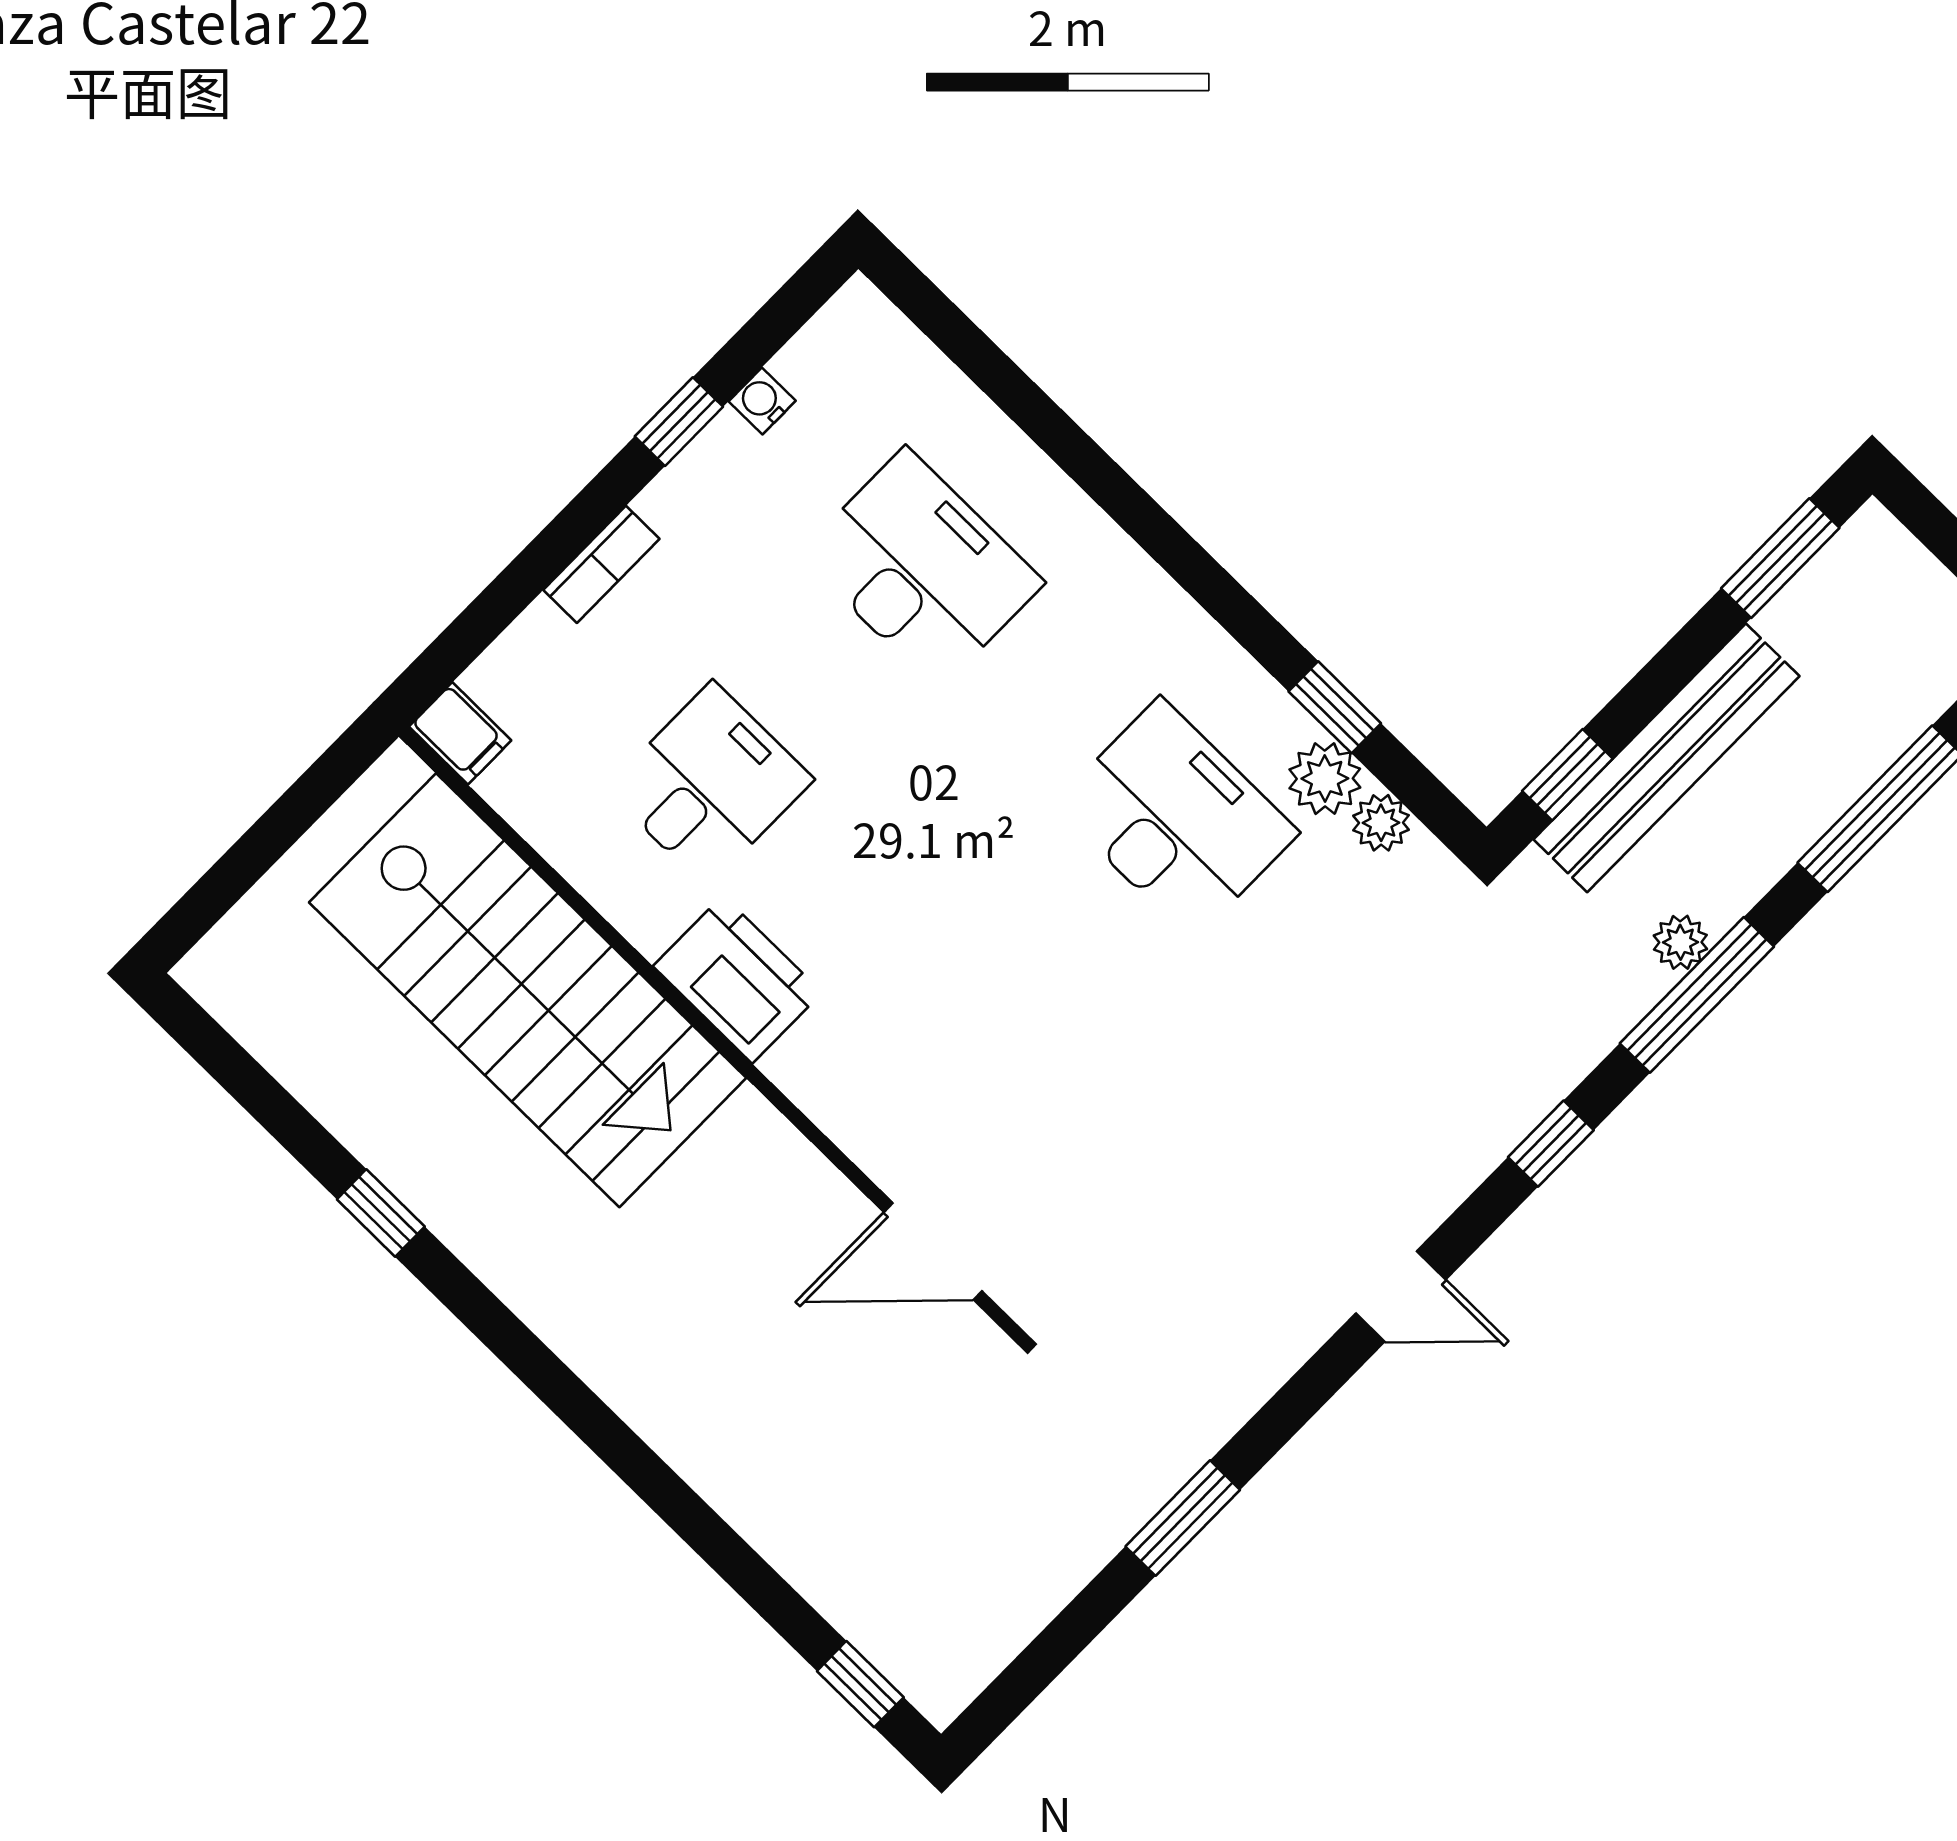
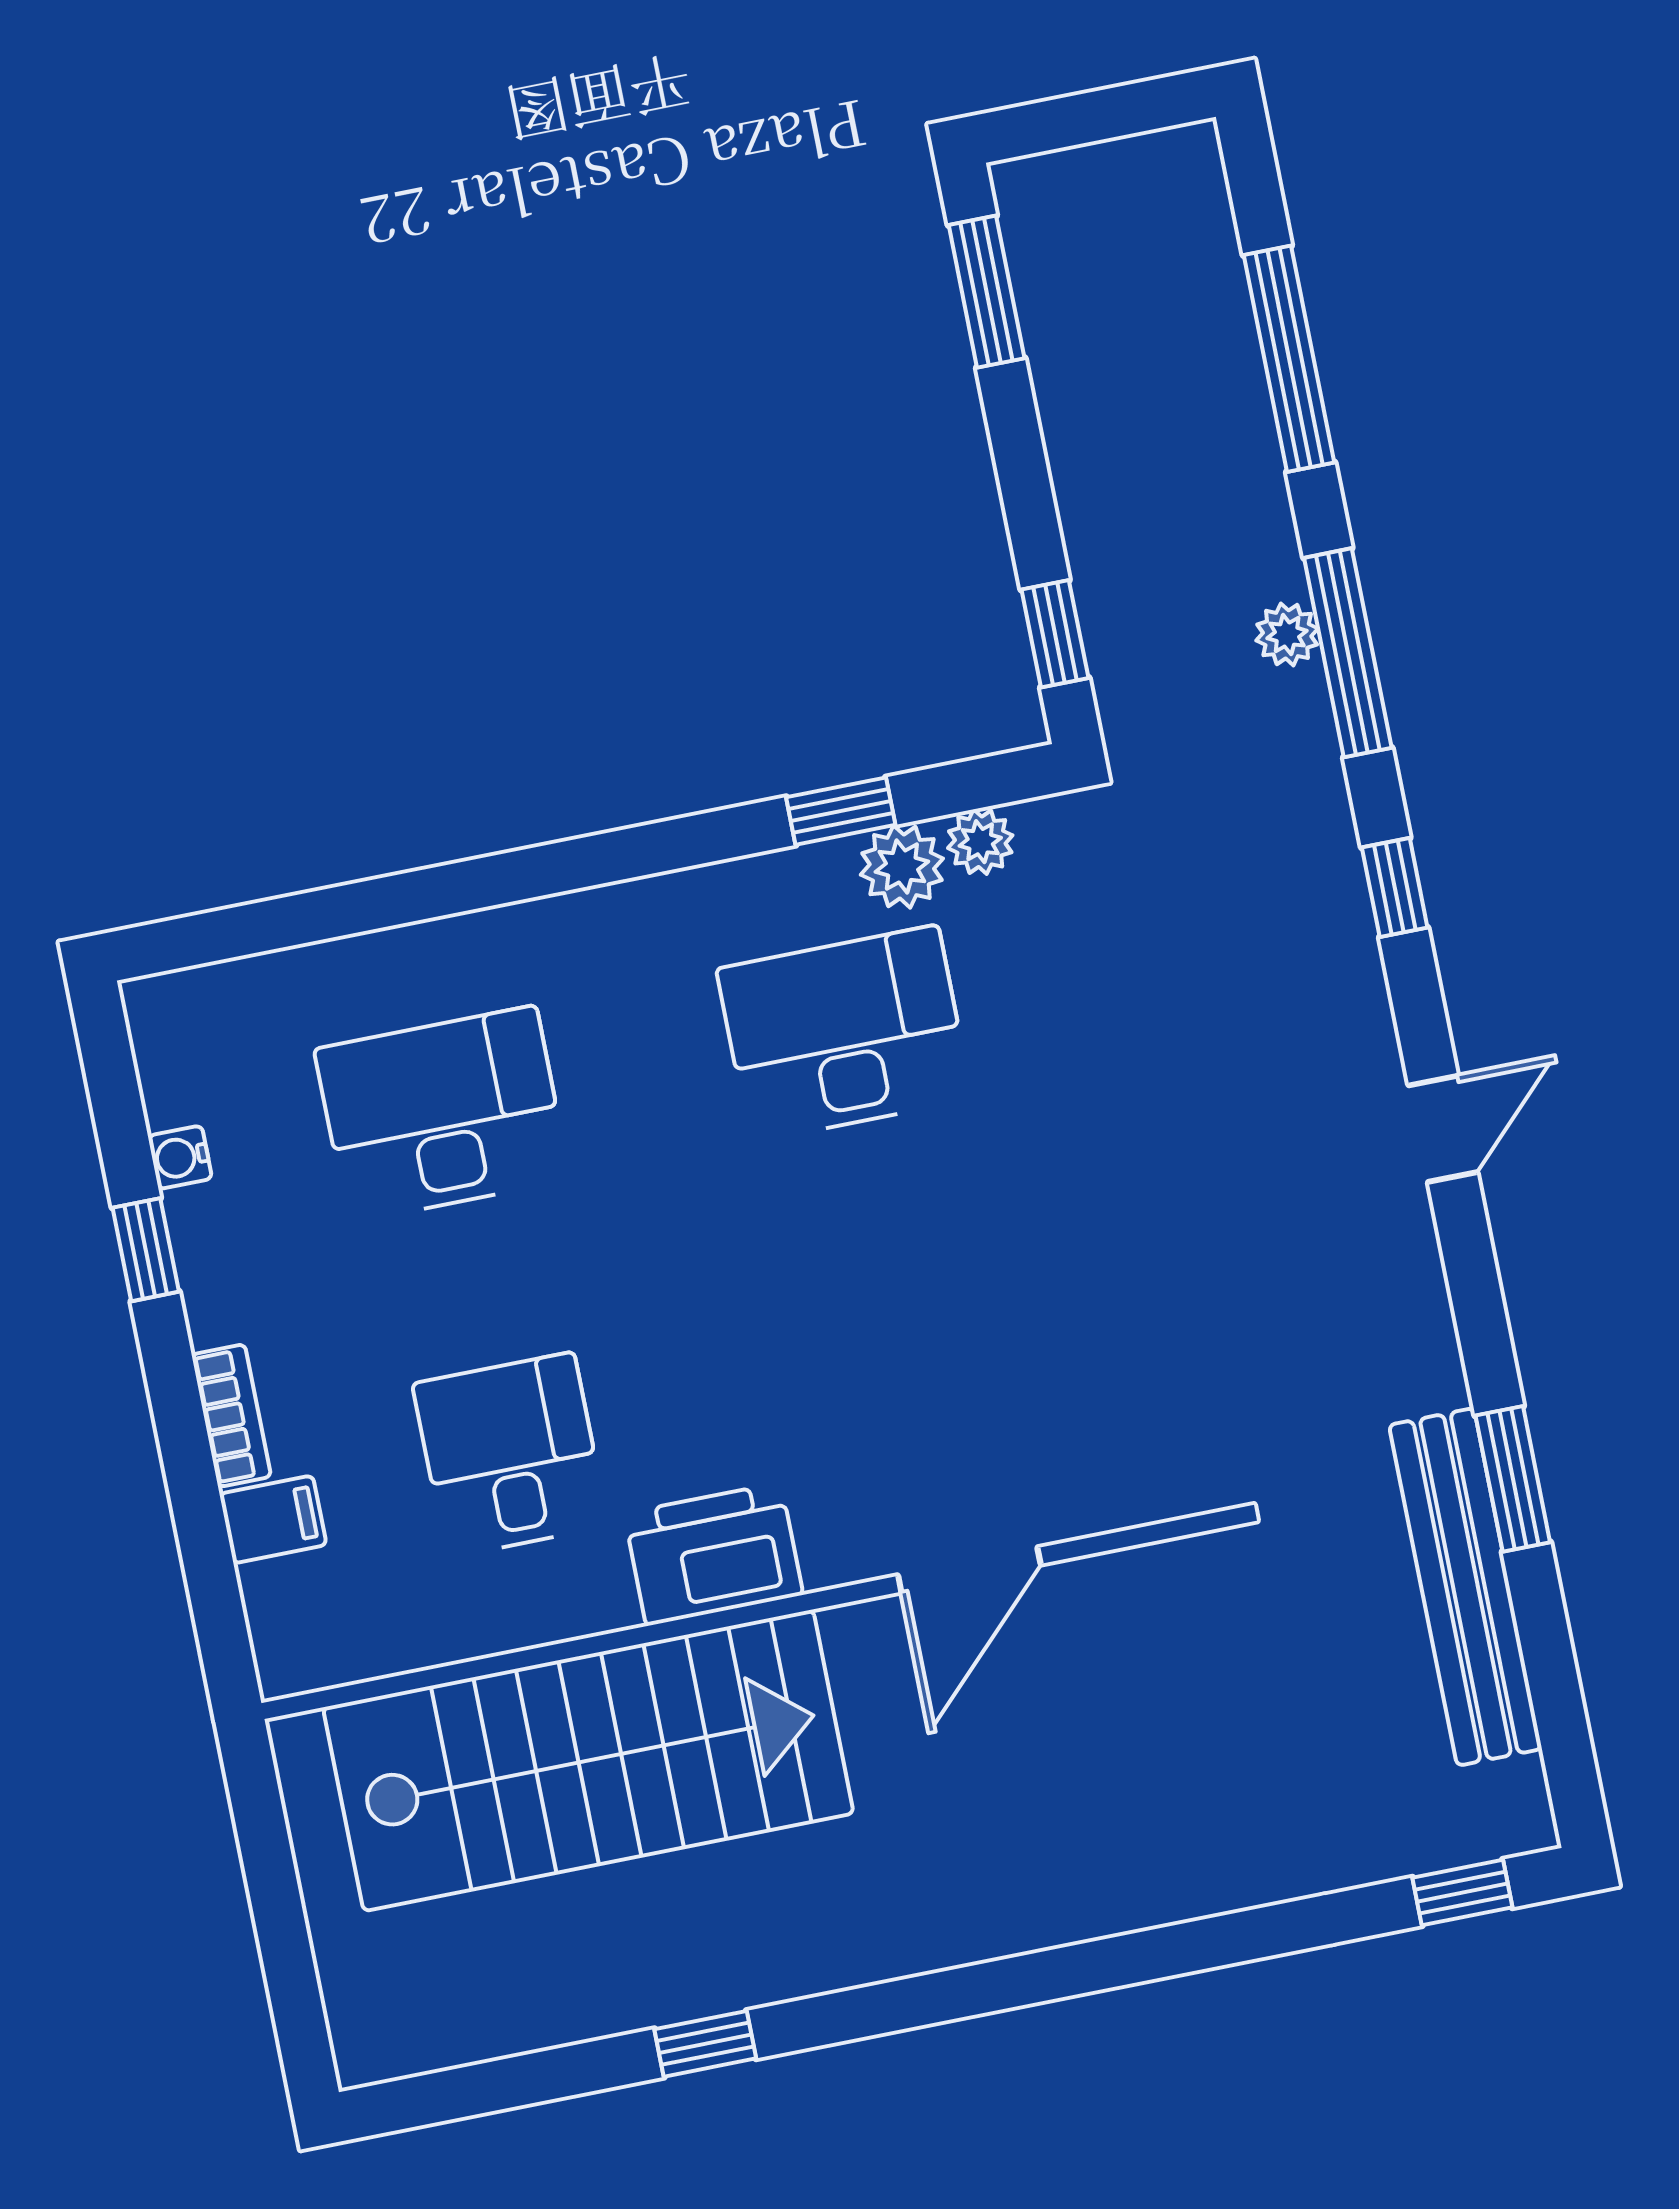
filing cabinet: (460, 733) -> (273, 1519), moved
bench: (1667, 758) -> (1465, 1587), moved
door: (933, 1251) -> (969, 1570), moved

